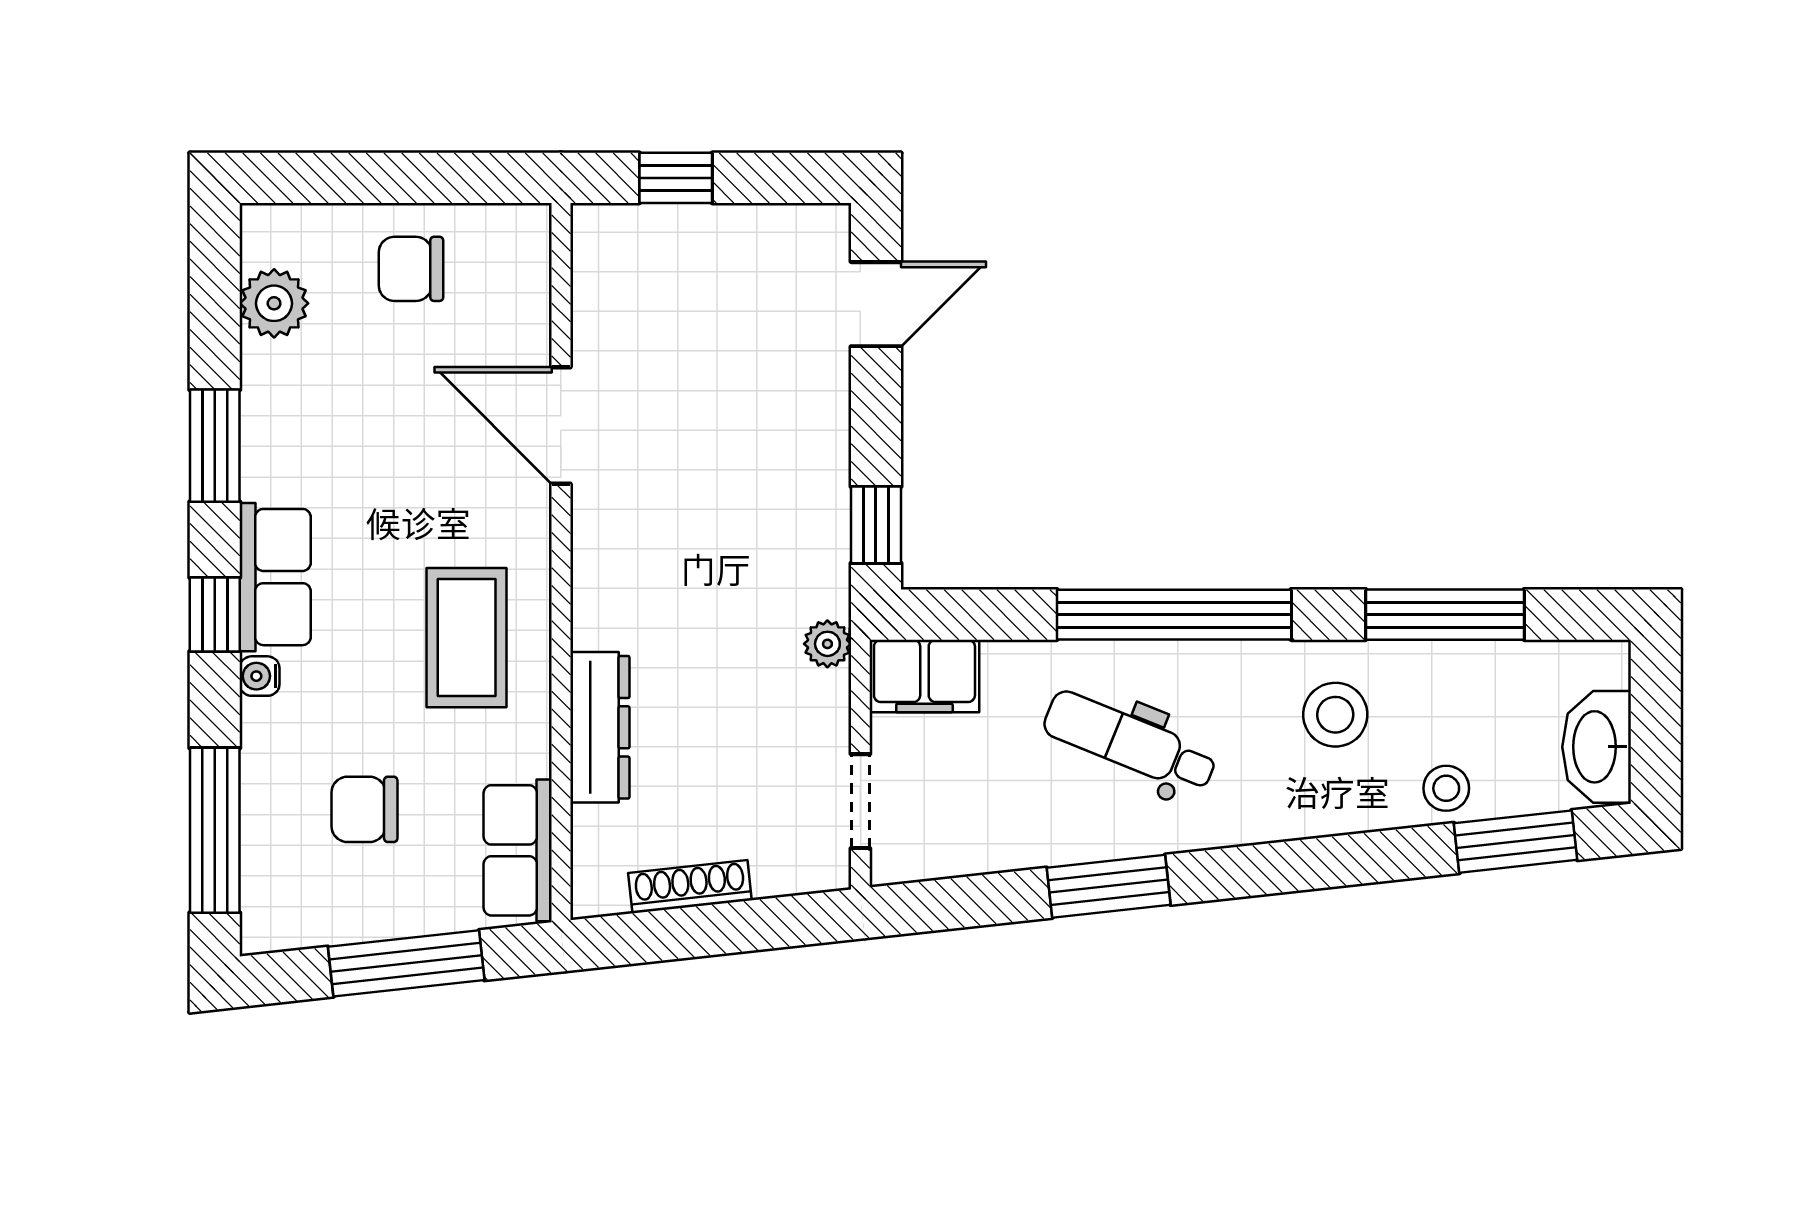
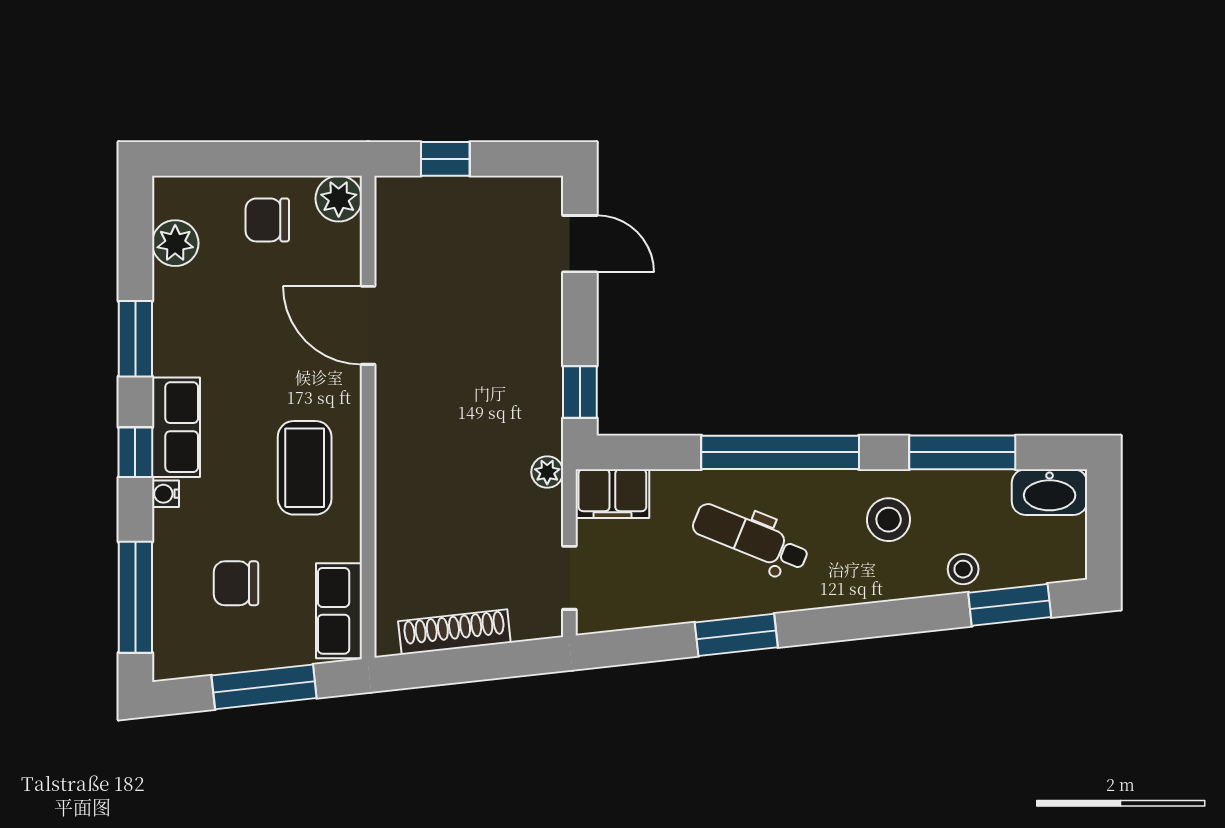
plant: (517, 237) -> (339, 199), added
door: (876, 304) -> (580, 244), hinge flipped
dresser: (600, 727) -> (394, 528), removed
washbasin: (1597, 747) -> (1050, 492), moved, turned -90
shoe rack: (690, 887) -> (454, 632), width x1.36, depth x1.24

